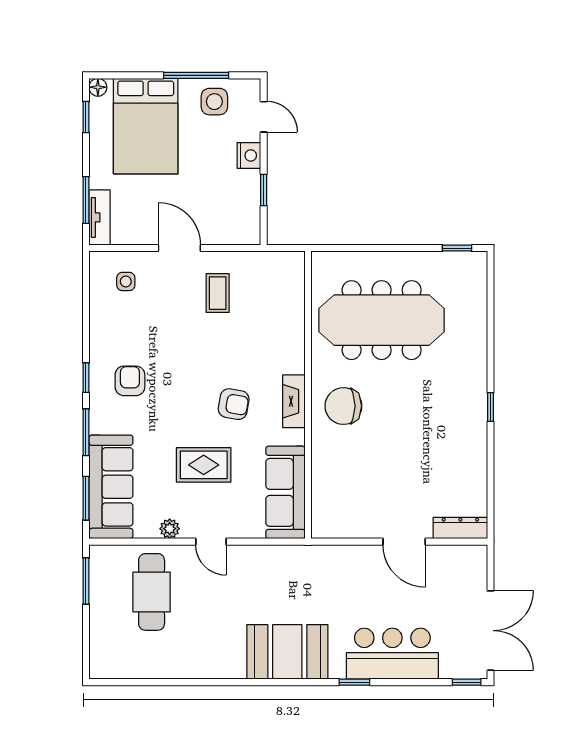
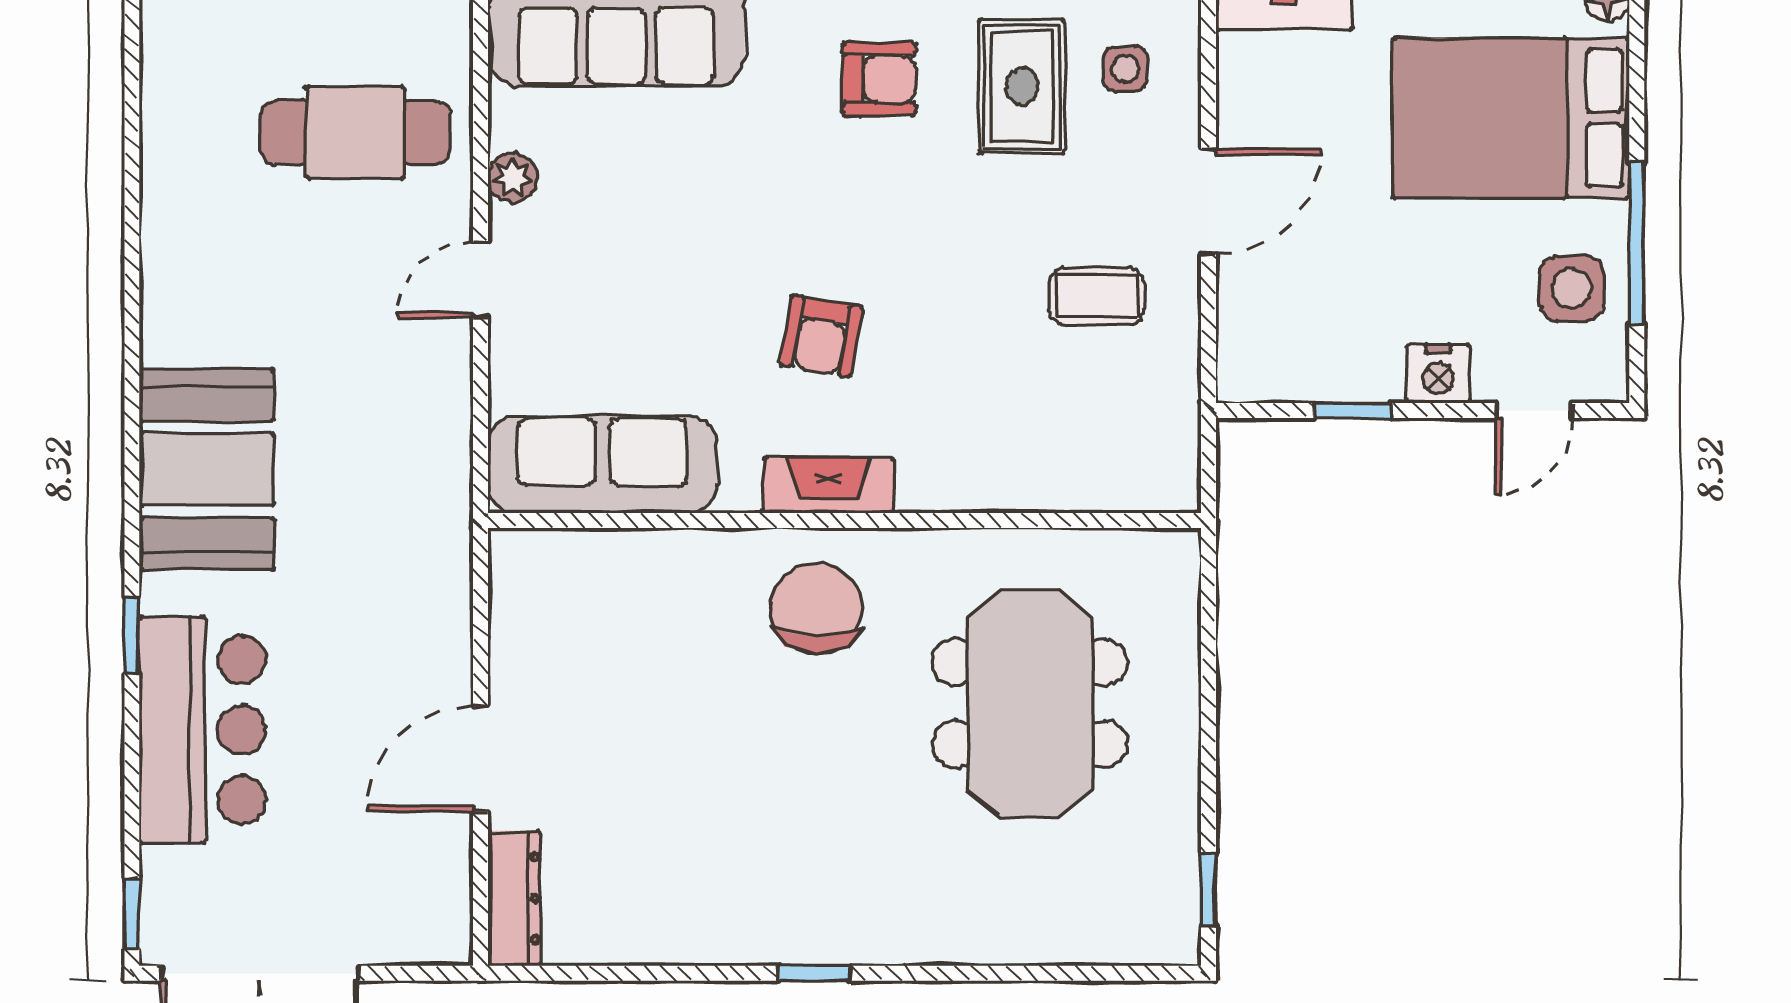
meeting table: (382, 320) -> (1030, 703), width x0.73
rug: (204, 465) -> (1022, 87), moved

